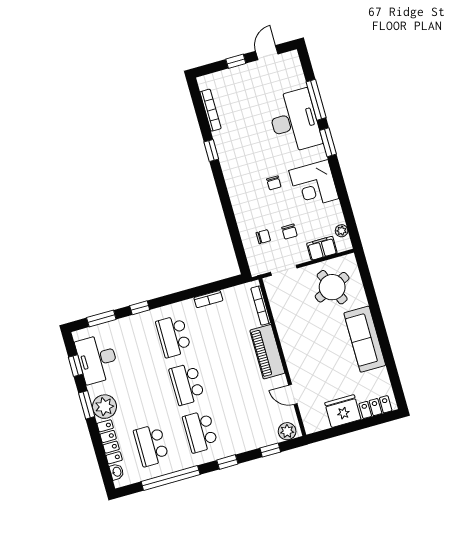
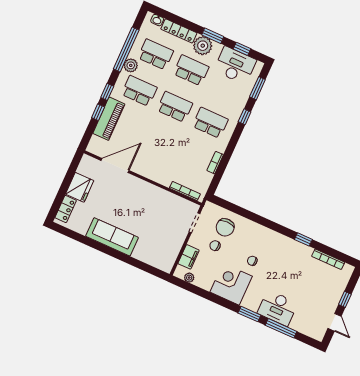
desk: (294, 121) -> (278, 308), width x0.73, depth x0.77
chair: (263, 237) -> (225, 227), width x1.87, depth x1.87
round table: (332, 287) -> (160, 243), removed
piano: (267, 352) -> (109, 119), moved, turned 90
door: (293, 394) -> (115, 166), width x1.88
school desk: (138, 398) -> (191, 70), added
plant: (287, 431) -> (131, 65), moved
window: (270, 450) -> (98, 112), moved

